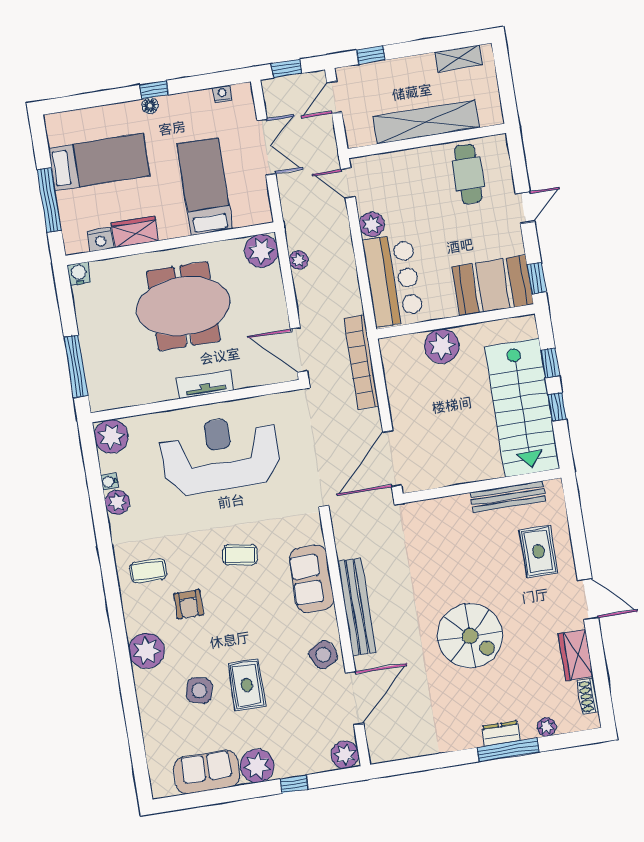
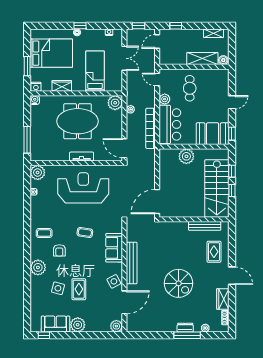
boiler: (490, 115) -> (223, 60), added
shelving: (426, 122) -> (202, 59), width x0.68
bed: (99, 162) -> (51, 53), width x1.50
cafe table: (468, 174) -> (190, 88), moved
window: (49, 200) -> (27, 66), width x0.69
nightstand: (100, 239) -> (36, 87), moved
bookcase: (361, 362) -> (151, 128), moved
plant: (117, 502) -> (35, 201), removed
window: (294, 784) -> (44, 335), moved

